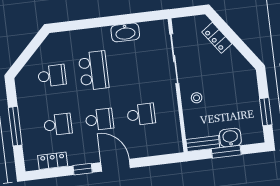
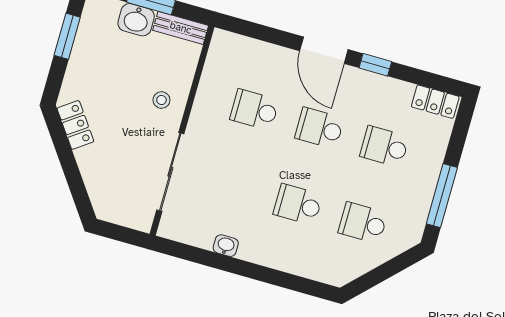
washbasin: (125, 32) -> (226, 246), width x0.52, depth x0.69
locker: (217, 38) -> (75, 125), moved
school desk: (94, 71) -> (298, 204), width x0.54
window: (15, 126) -> (442, 196), moved
locker: (53, 161) -> (435, 102), moved

